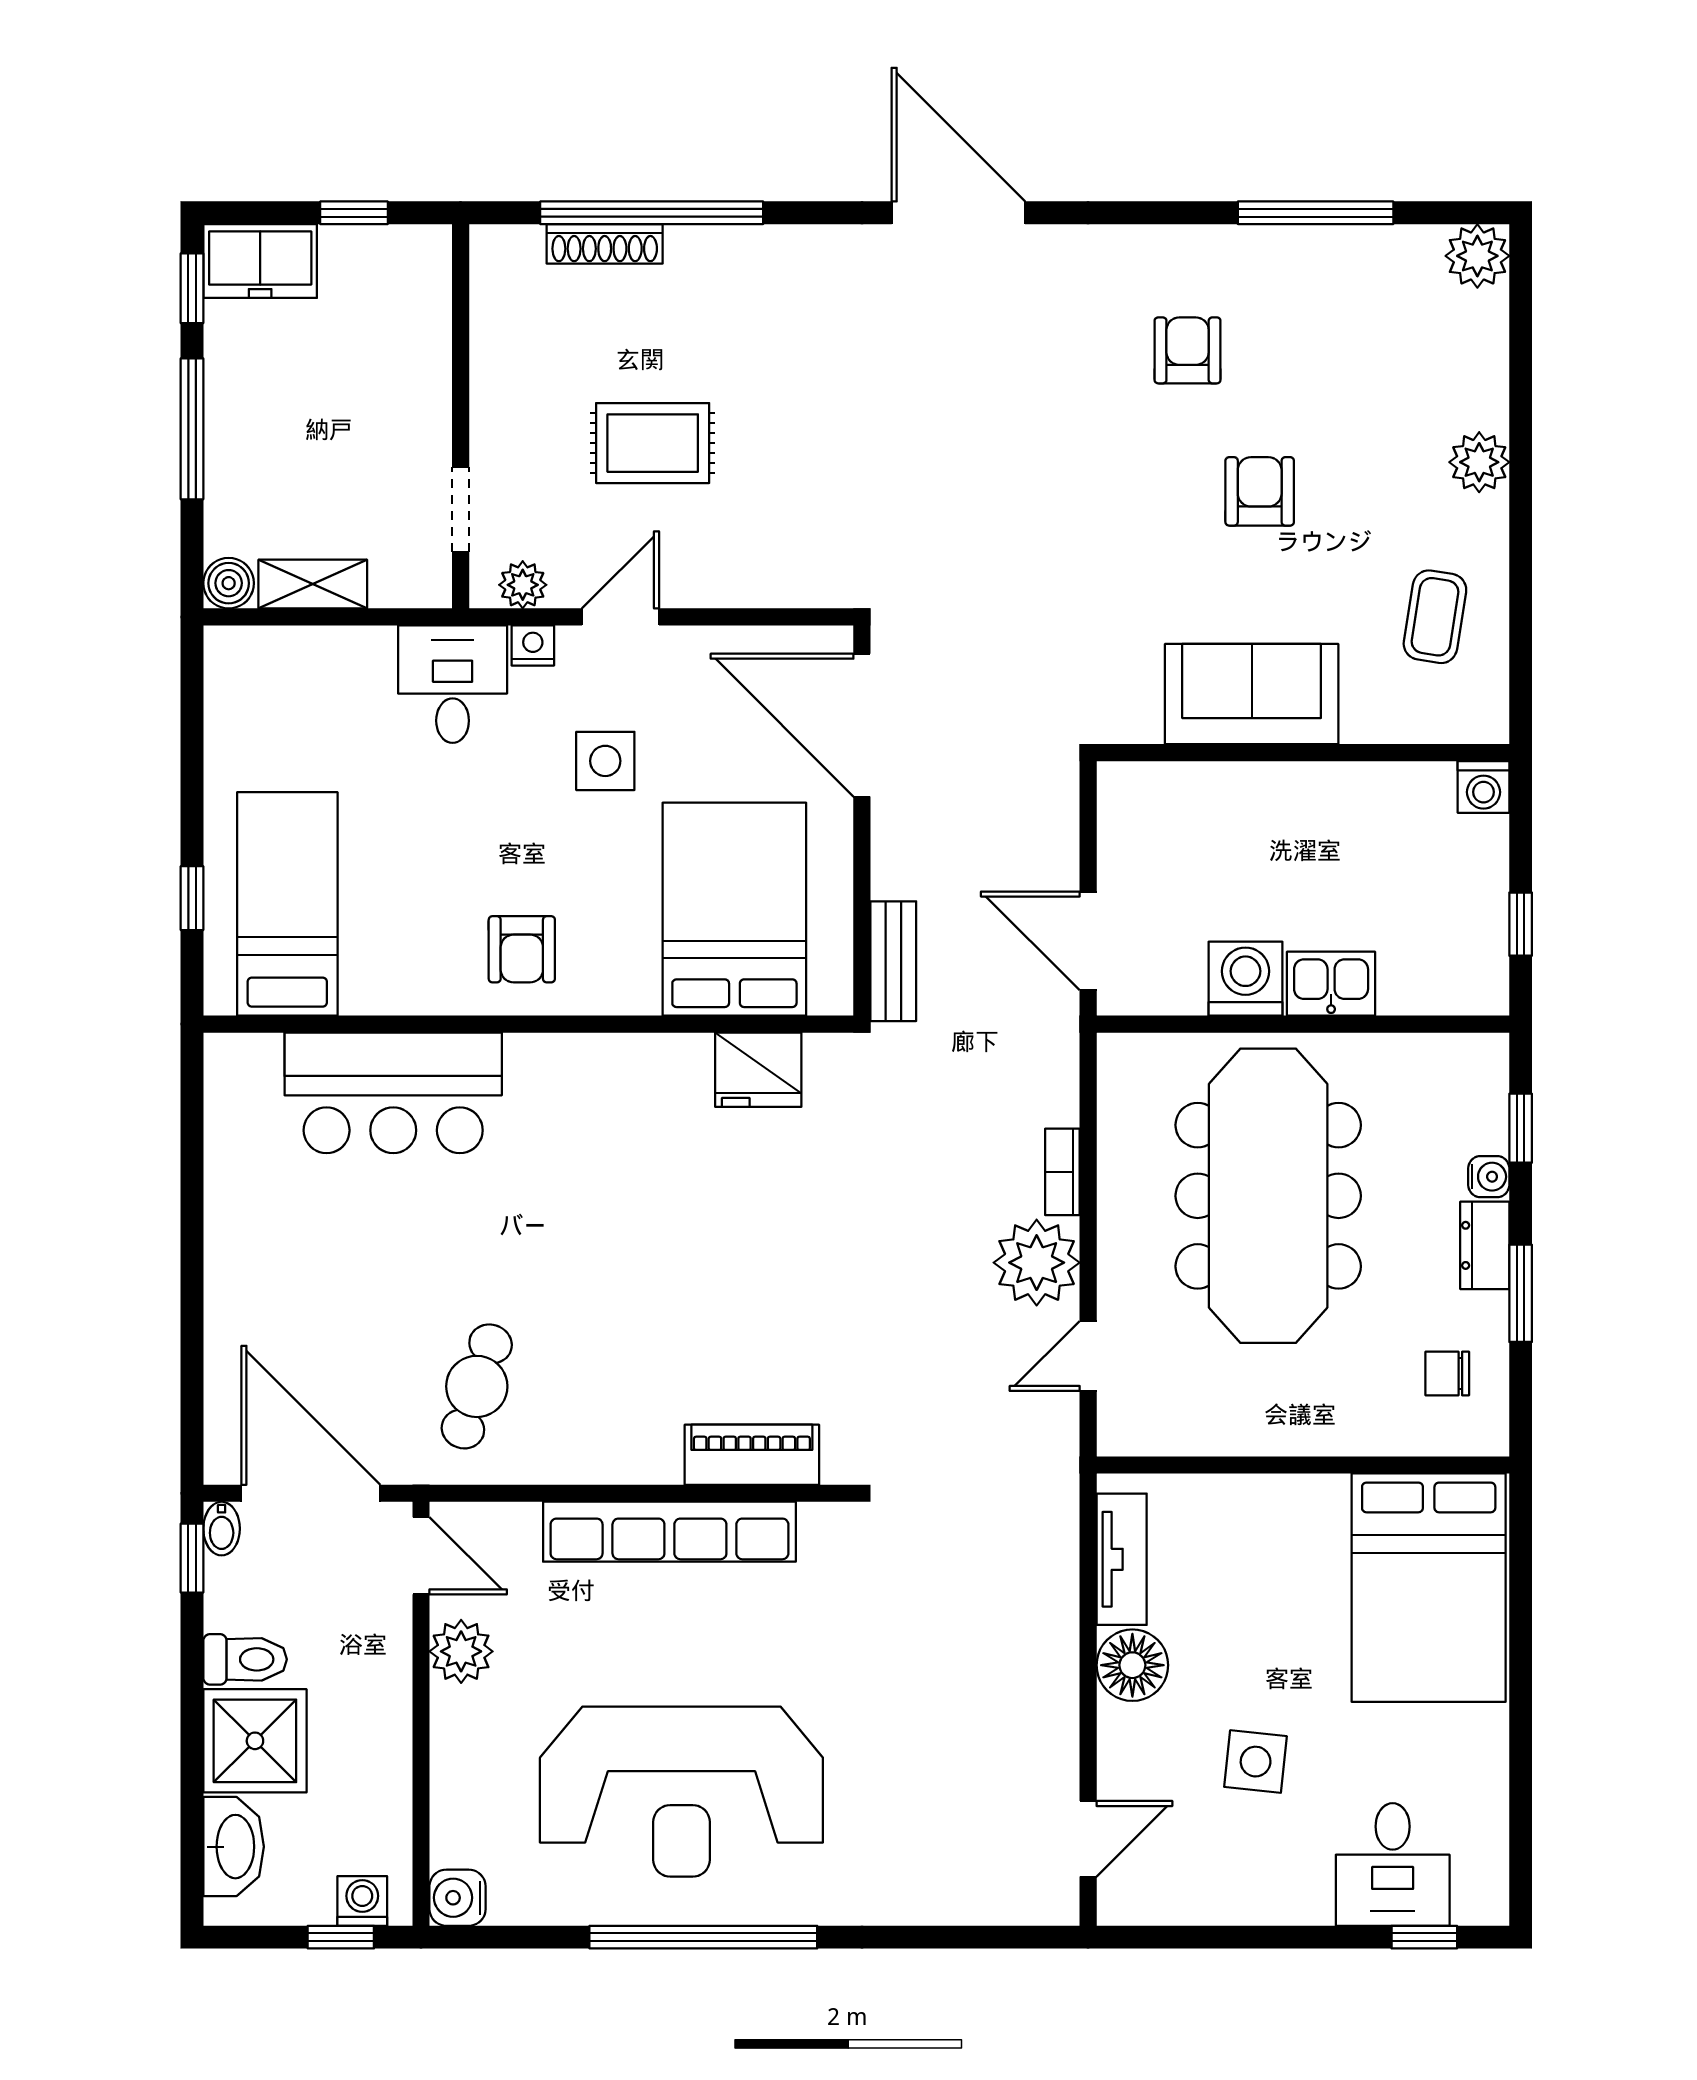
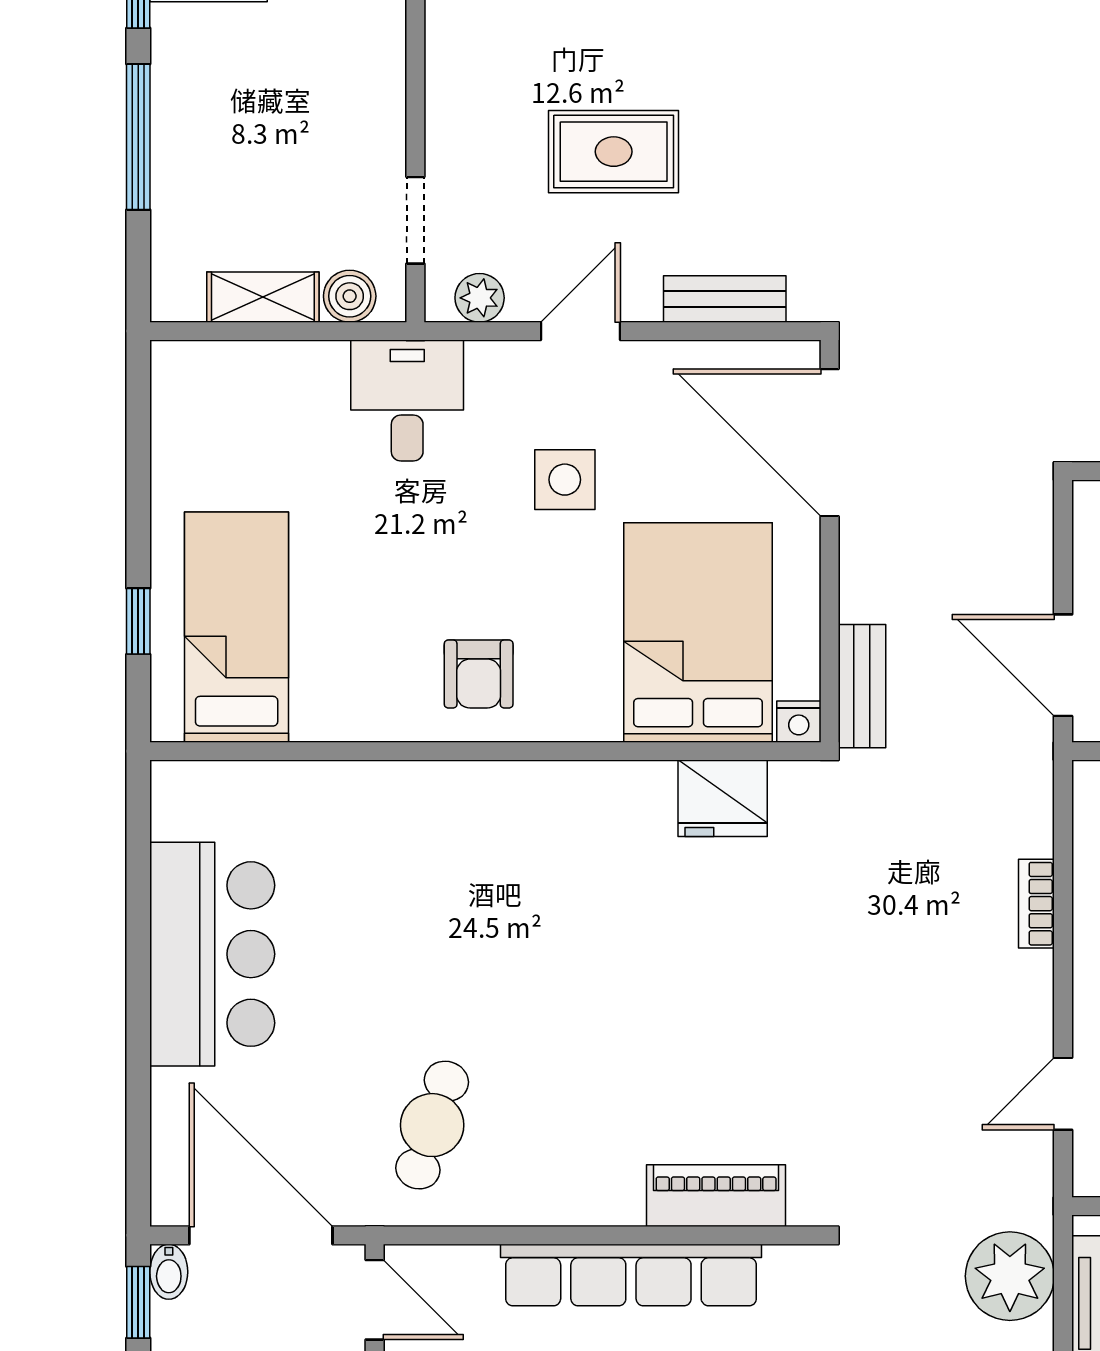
boiler: (229, 583) -> (350, 296), moved
bench: (760, 586) -> (725, 299), added
nightstand: (533, 646) -> (799, 722), moved, turned 180
bar counter: (393, 1093) -> (212, 954), moved, turned -90
plant: (1037, 1263) -> (1010, 1276), moved

